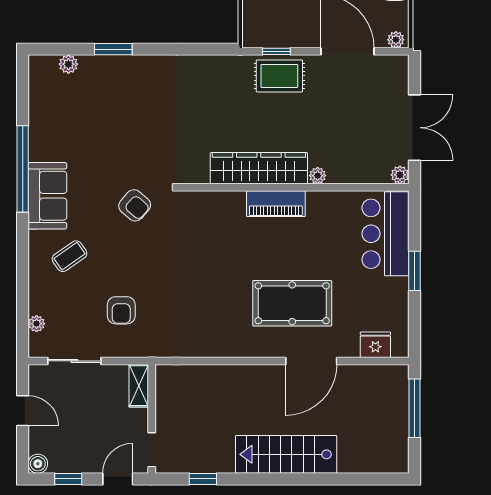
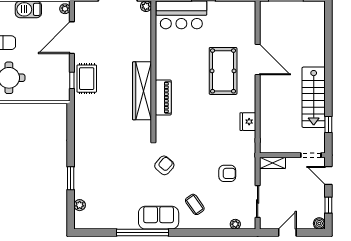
plant: (318, 176) -> (146, 56), removed
piano: (276, 204) -> (163, 98), moved
fridge: (375, 345) -> (248, 122), moved
stairs: (286, 454) -> (314, 97), moved

